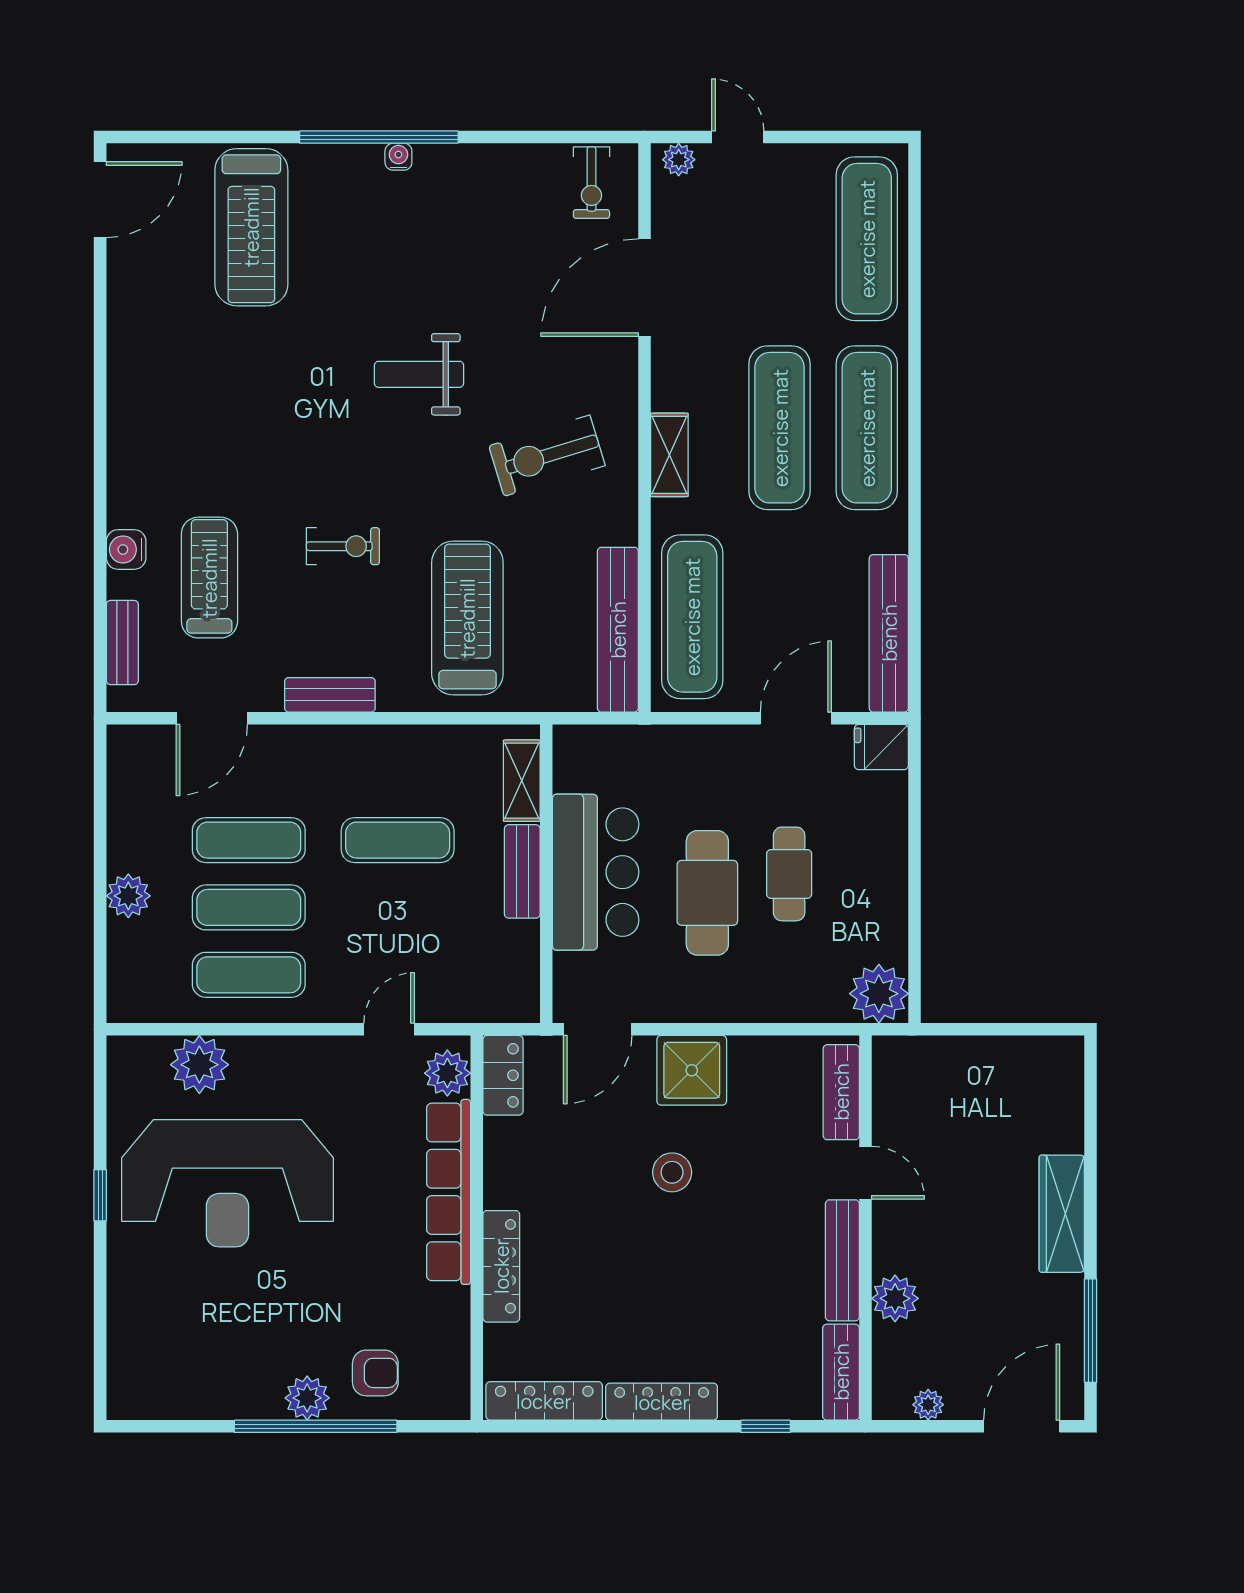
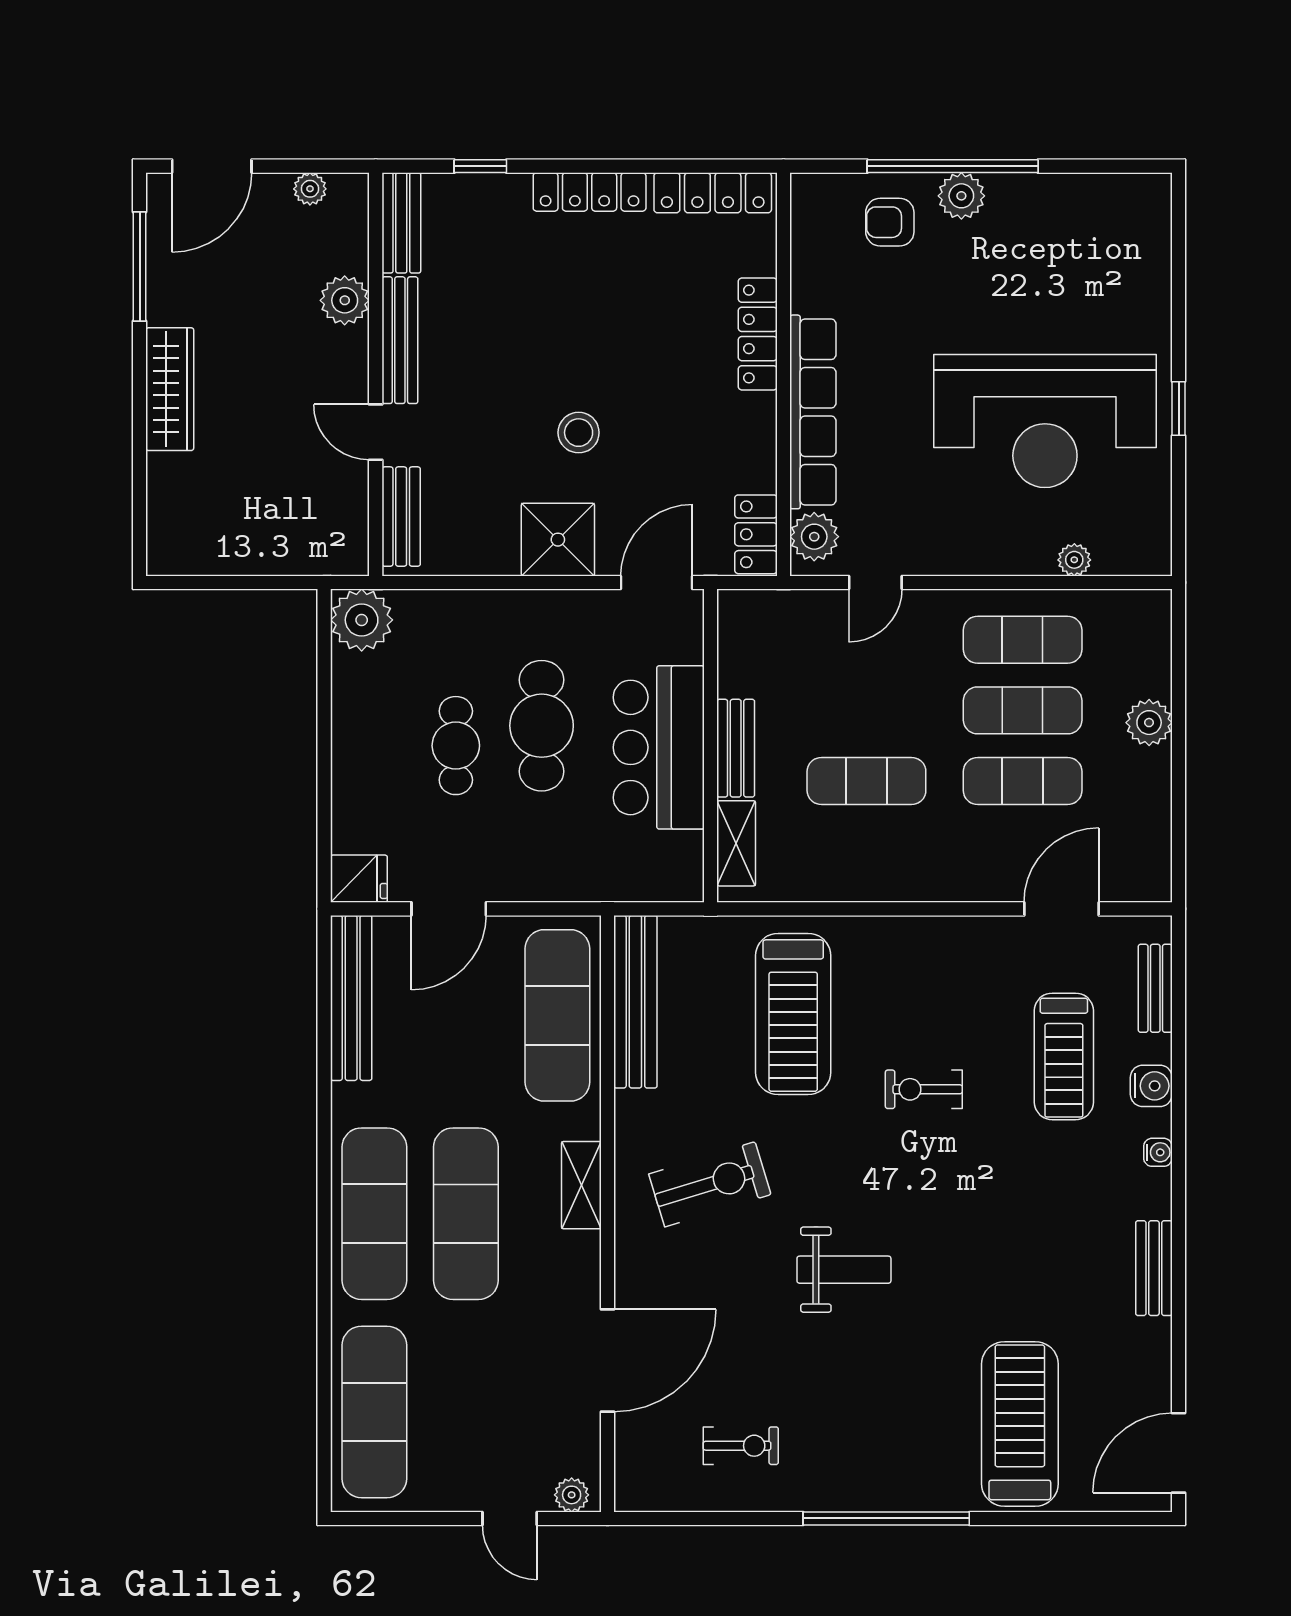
water cooler: (398, 157) -> (1158, 1152), moved, turned -90
exercise bike: (591, 183) -> (741, 1446), moved, turned 90
bench: (330, 695) -> (1154, 1268), moved, turned 90
plant: (199, 1065) -> (1074, 560), width x0.53, depth x0.53
reception desk: (227, 1183) -> (1045, 421), turned 180

